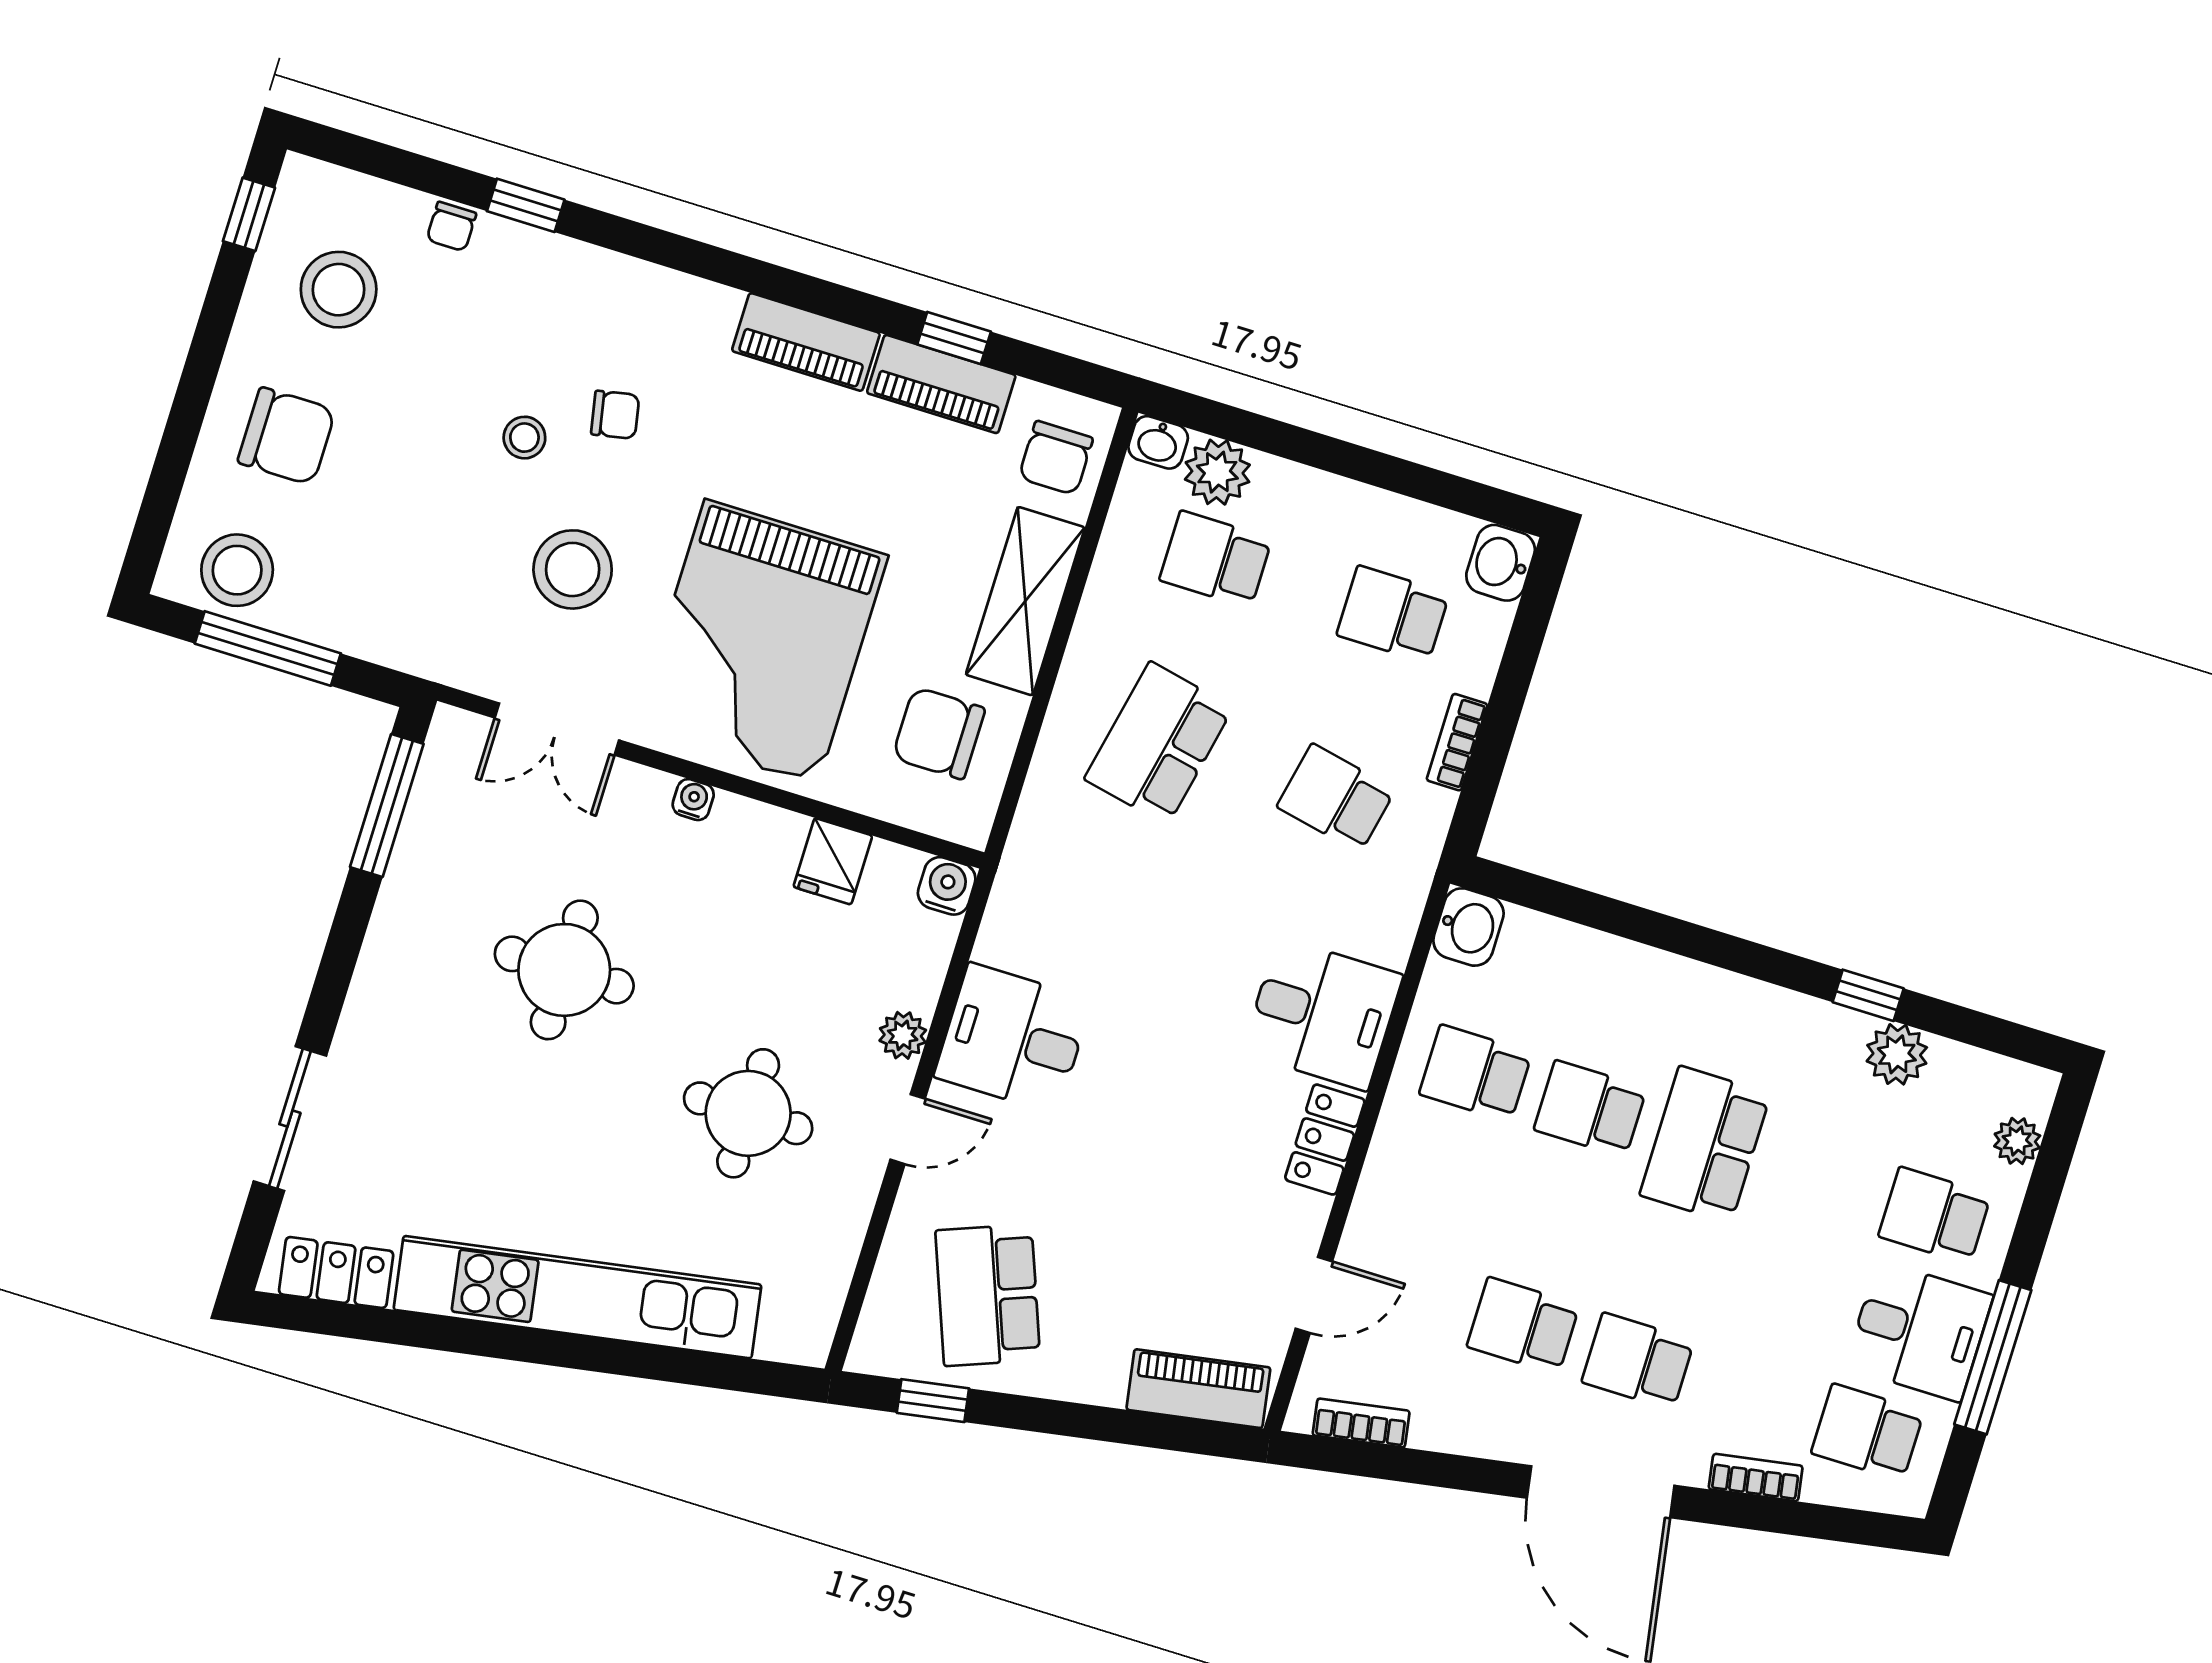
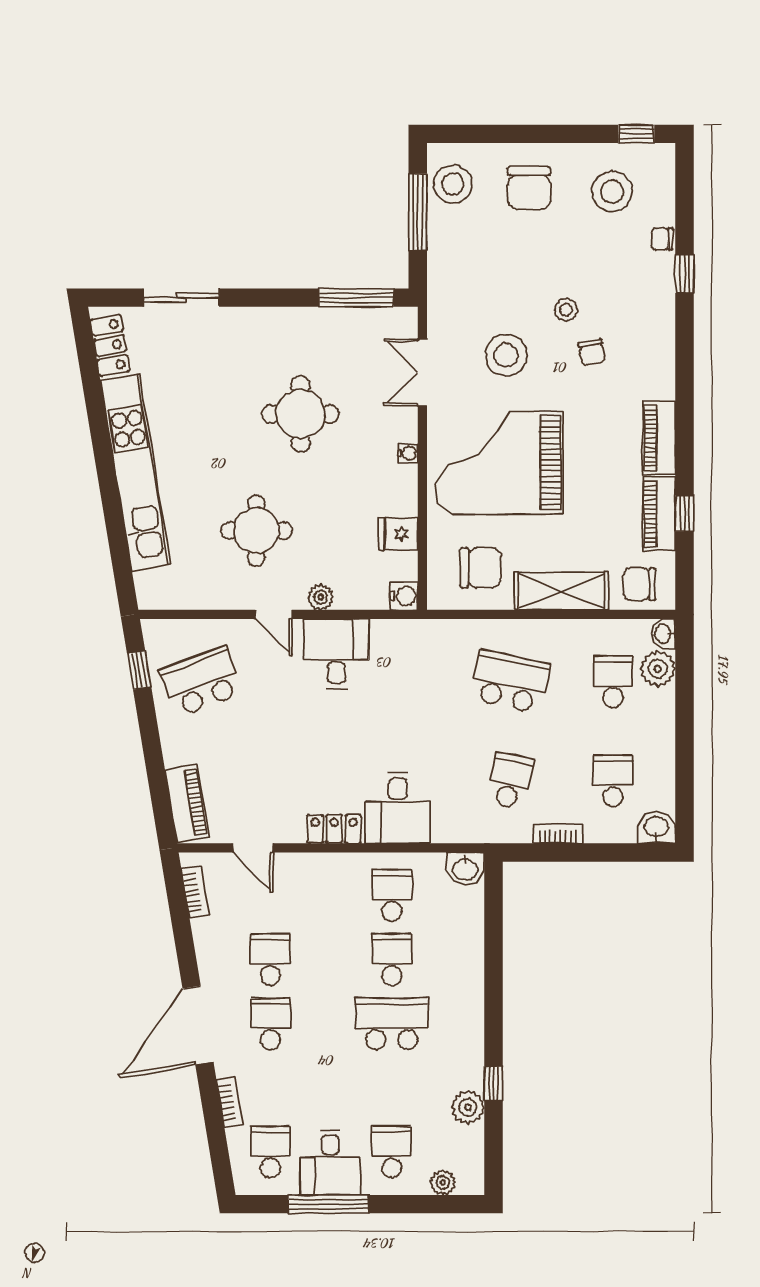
chair: (939, 733) -> (481, 568), turned 90

